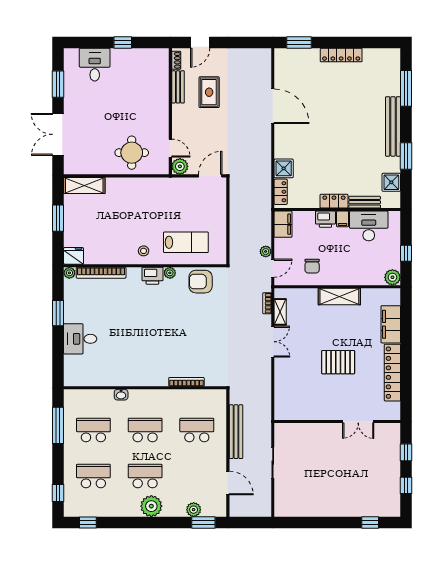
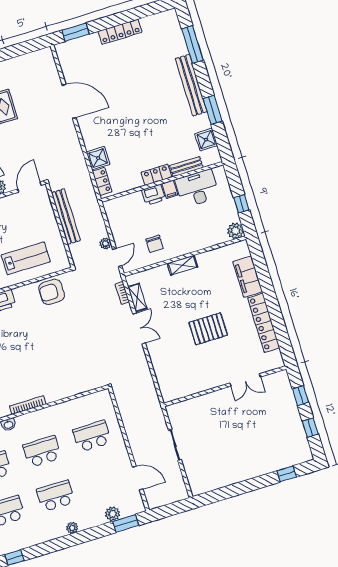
filing cabinet: (283, 224) -> (114, 212), removed
plant: (170, 273) -> (19, 293), removed
shelving: (339, 297) -> (182, 265), width x0.67, depth x0.75
bookcase: (186, 382) -> (28, 405), moved
bench: (236, 432) -> (66, 217), moved
plant: (151, 506) -> (72, 528), width x0.53, depth x0.53

